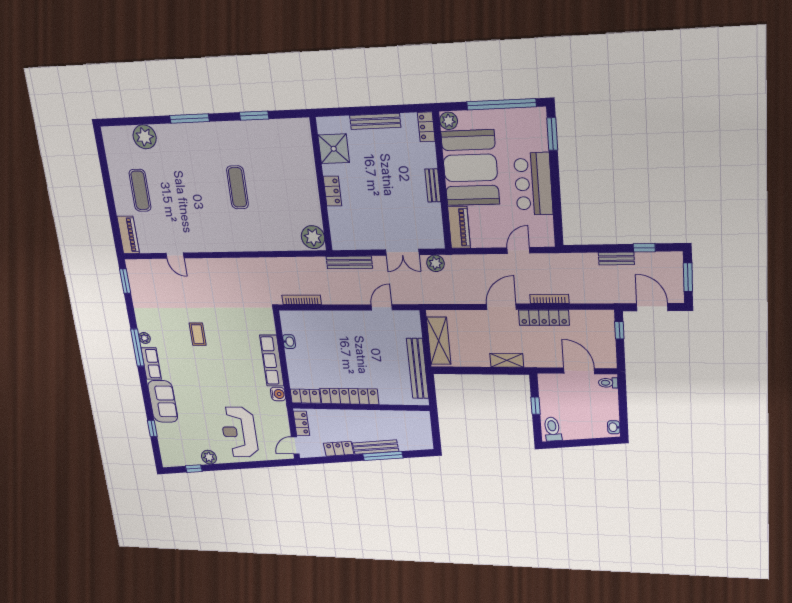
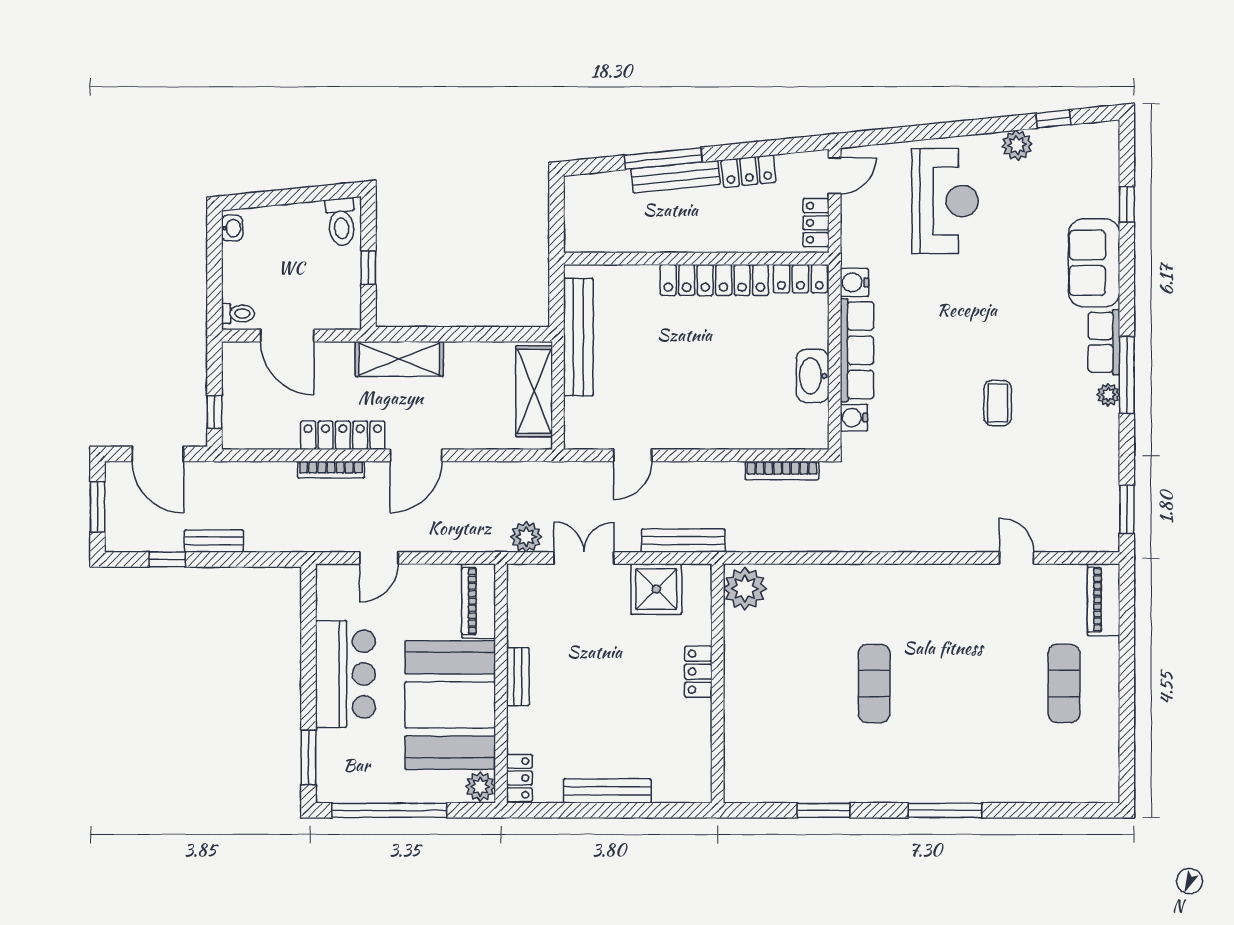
plant: (145, 137) -> (1037, 781), removed
shower: (334, 149) -> (656, 589), moved
water cooler: (268, 327) -> (854, 418), added
washbasin: (289, 342) -> (813, 376), width x1.91, depth x1.45
shelving: (507, 360) -> (399, 359), width x1.50, depth x1.33

